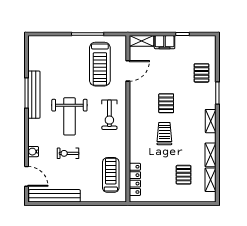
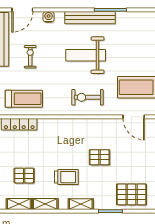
pallet: (201, 73) -> (132, 194), width x1.50, depth x1.42
bench: (34, 95) -> (90, 18), moved
trolley: (164, 134) -> (66, 177), moved
exercise bike: (68, 153) -> (30, 57), moved

